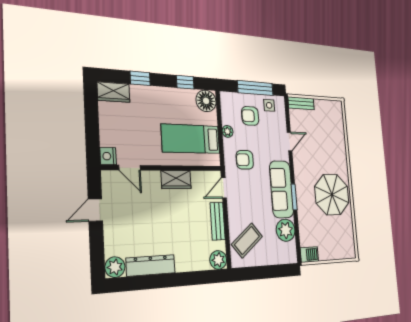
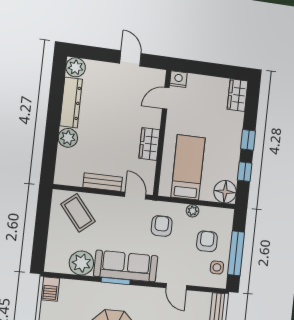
window: (140, 78) -> (248, 140), moved
plant: (218, 260) -> (68, 138), moved

